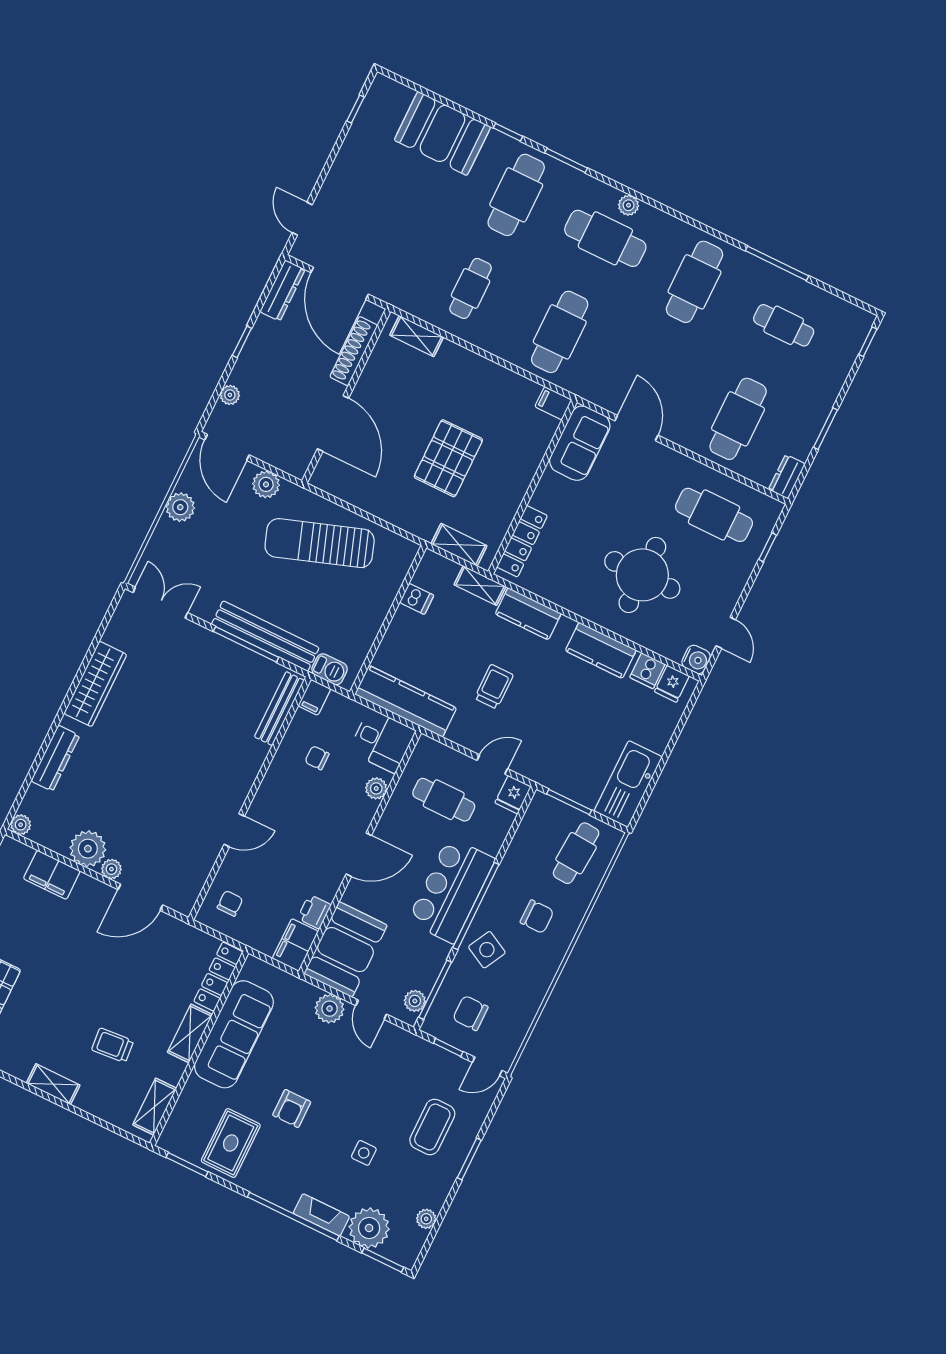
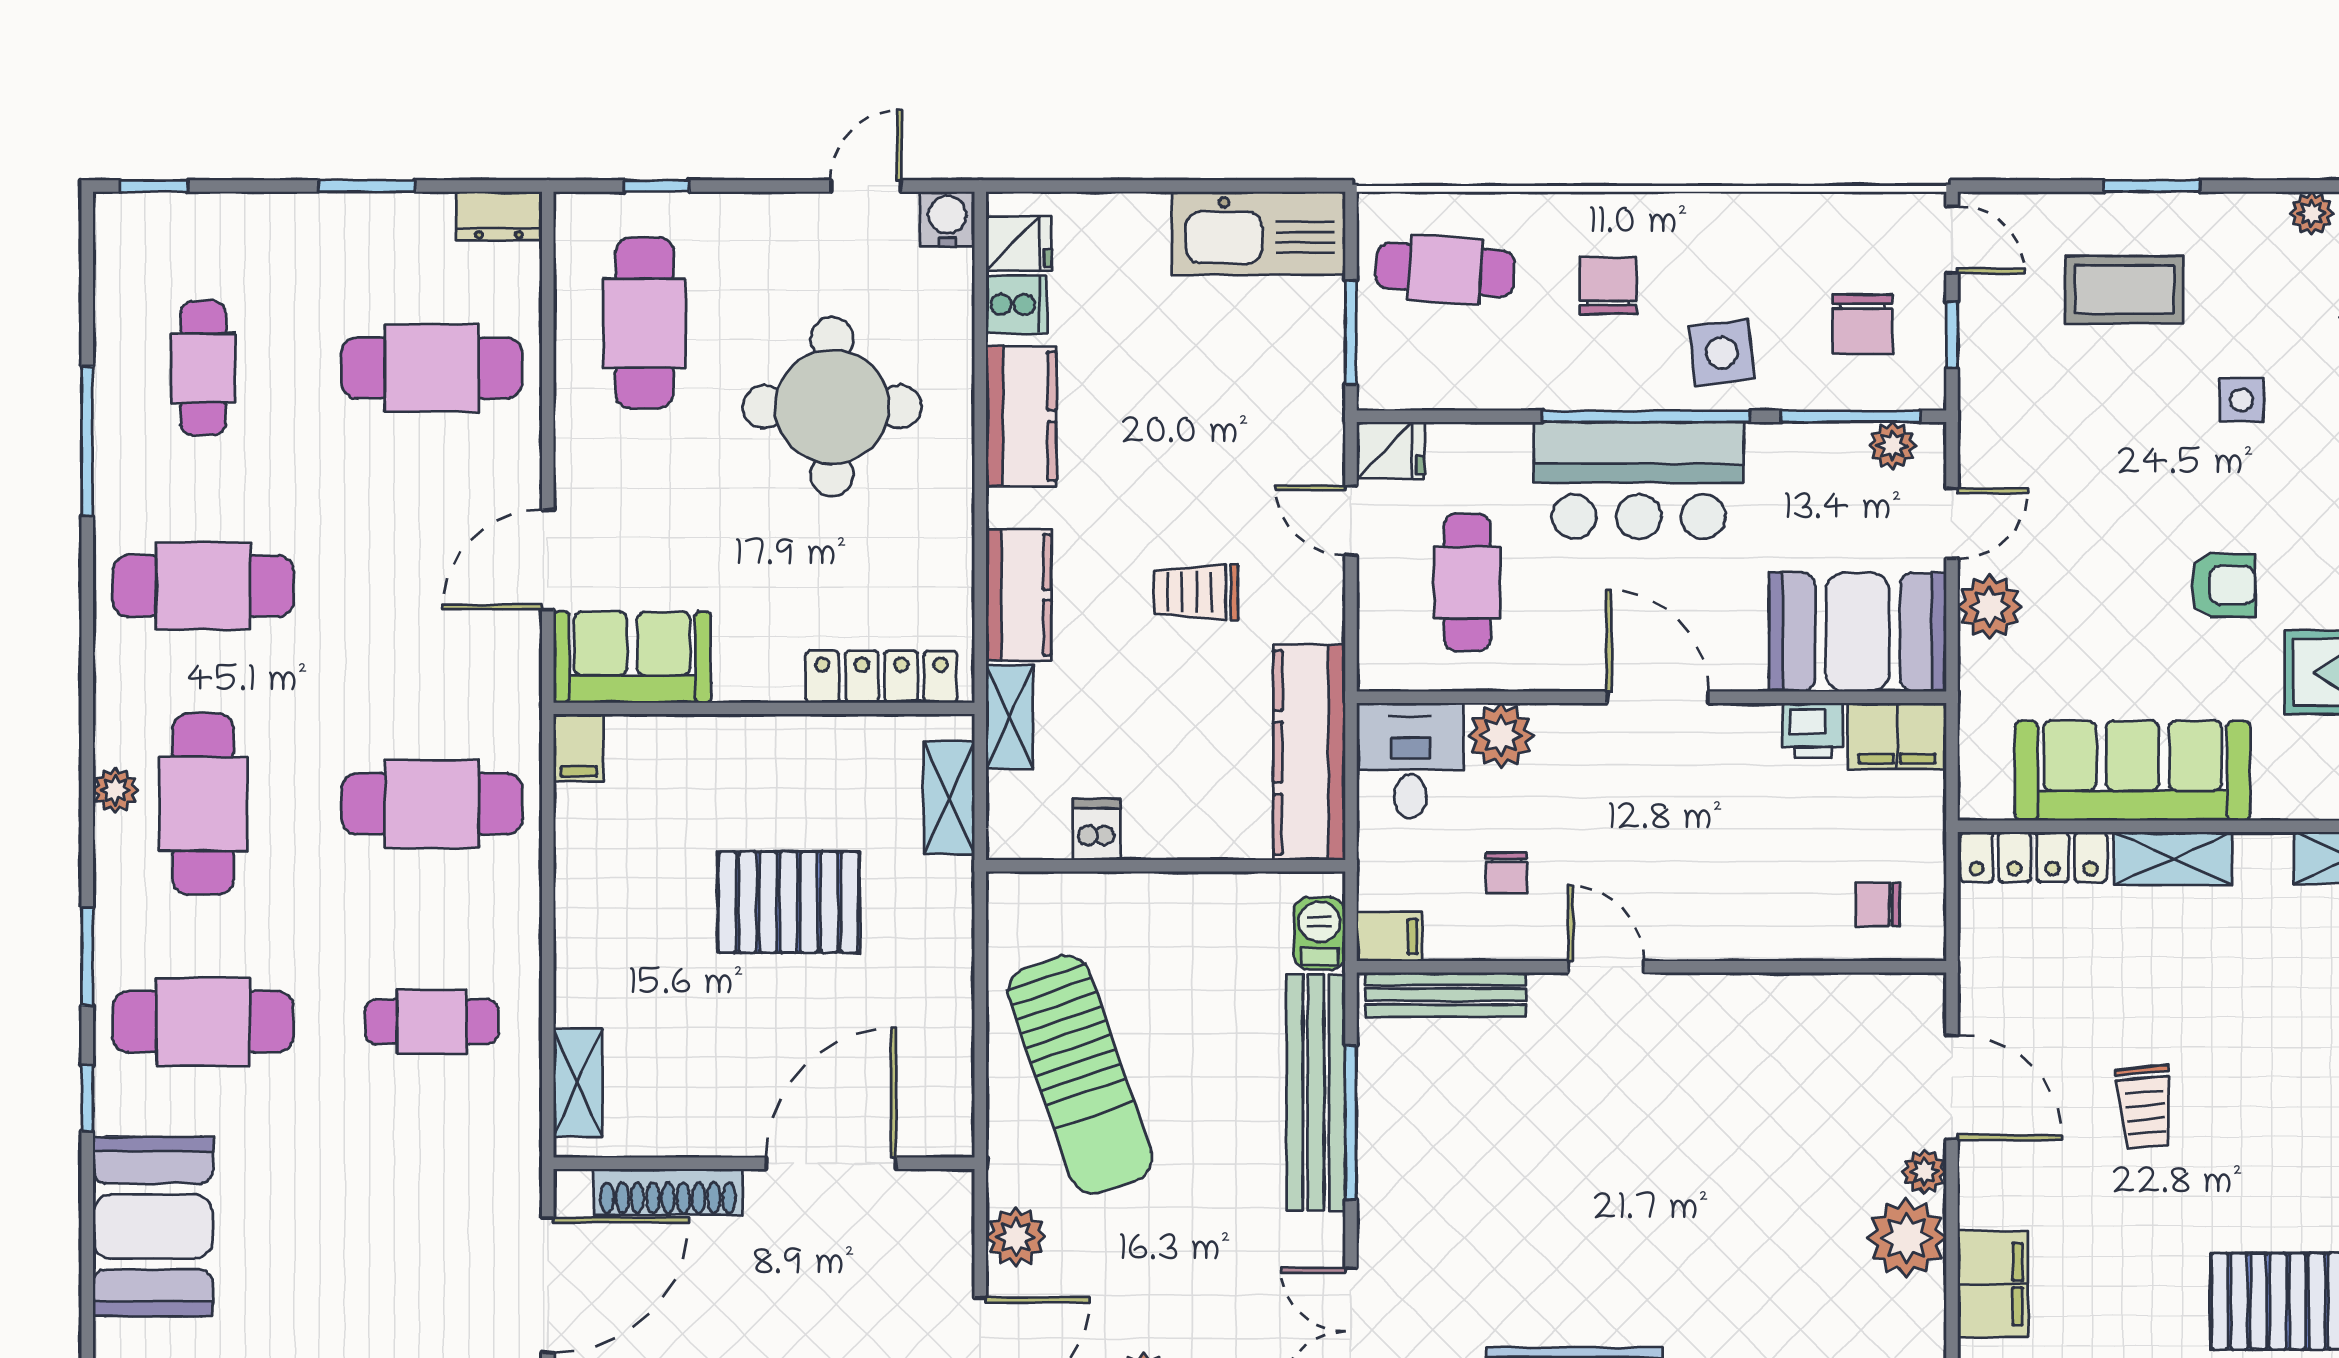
plant: (376, 788) -> (1501, 735), width x1.38, depth x1.38
door: (234, 830) -> (1606, 967), moved
side table: (487, 950) -> (1722, 353), turned -35
trolley: (113, 1045) -> (2145, 1107), moved

